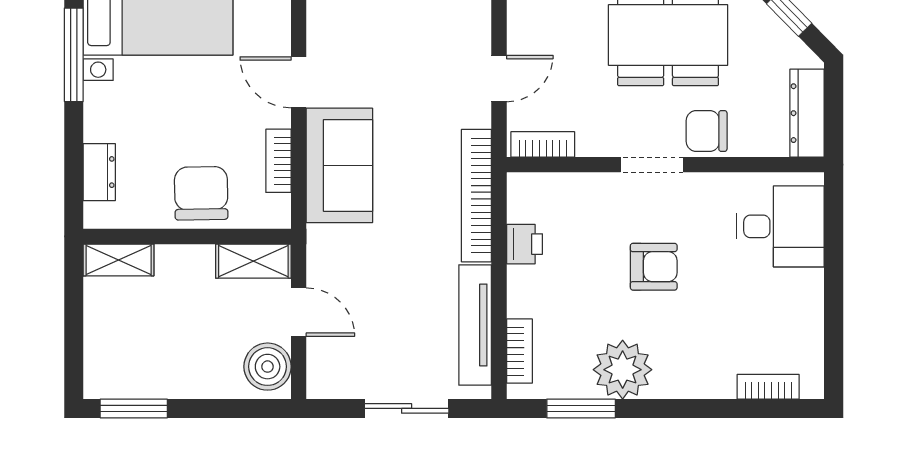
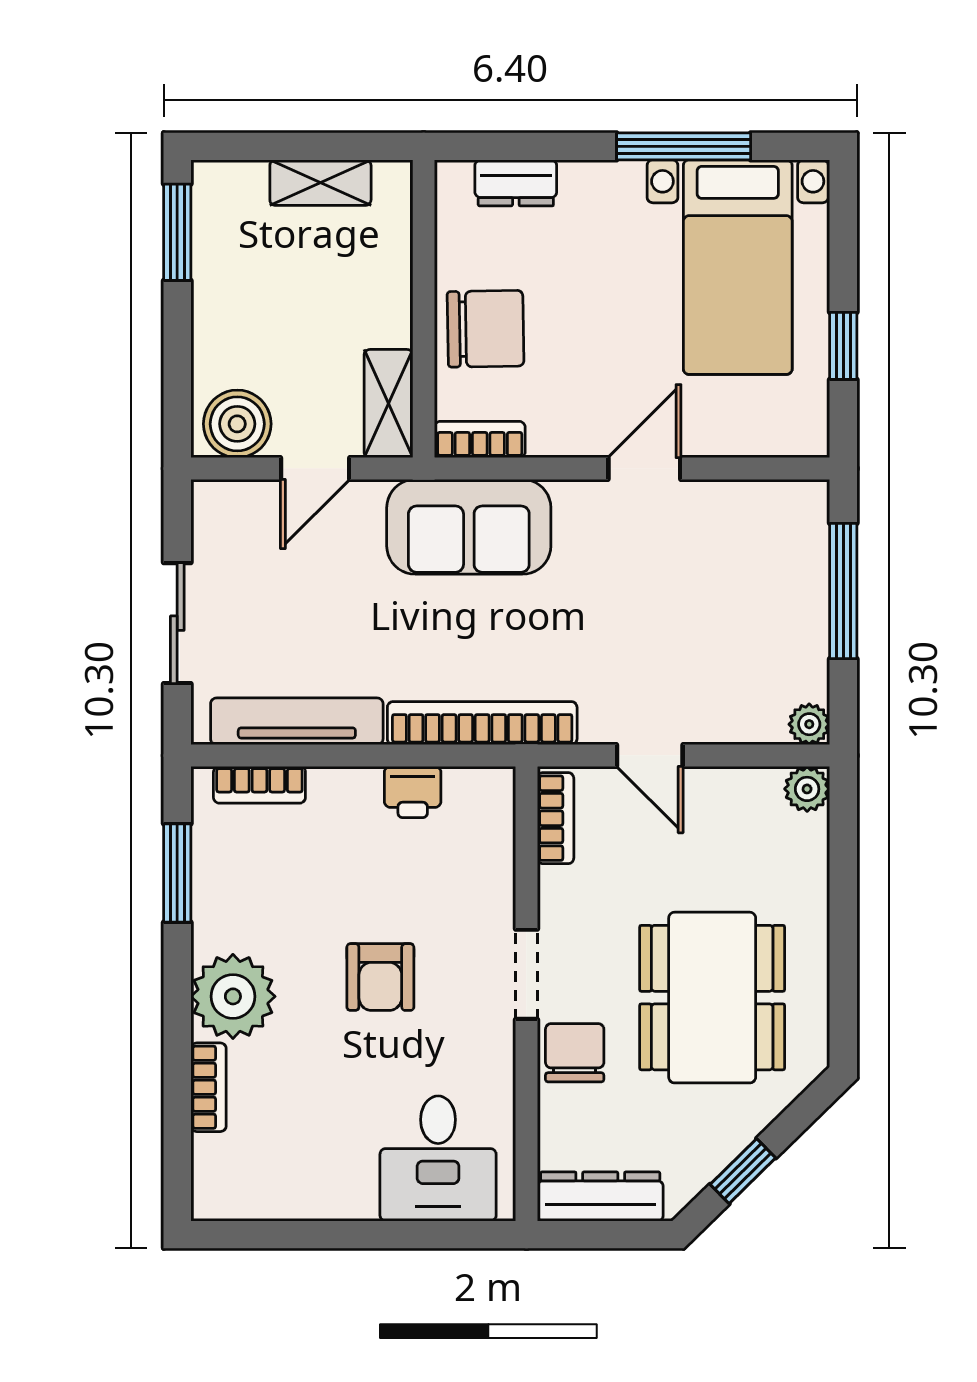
bookcase: (278, 161) -> (480, 440), moved
sofa: (339, 165) -> (469, 527), moved
shelving: (119, 260) -> (320, 183), moved, turned 90
plant: (623, 370) -> (233, 996), moved
bookcase: (768, 387) -> (208, 1087), moved

